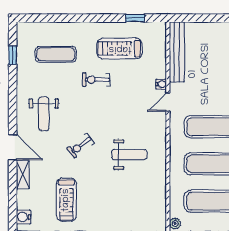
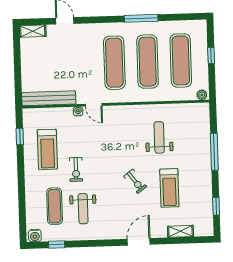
weight bench: (44, 114) -> (83, 209), moved, turned 90
weight bench: (129, 155) -> (159, 137), moved
shelving: (23, 175) -> (180, 231), moved
treadmill: (66, 200) -> (169, 188), moved, turned 90
water cooler: (23, 217) -> (35, 236), moved

